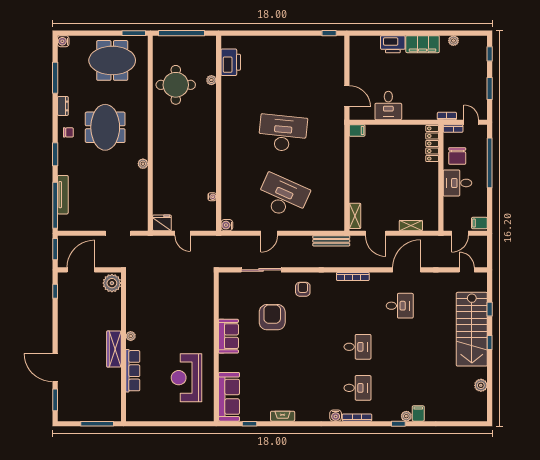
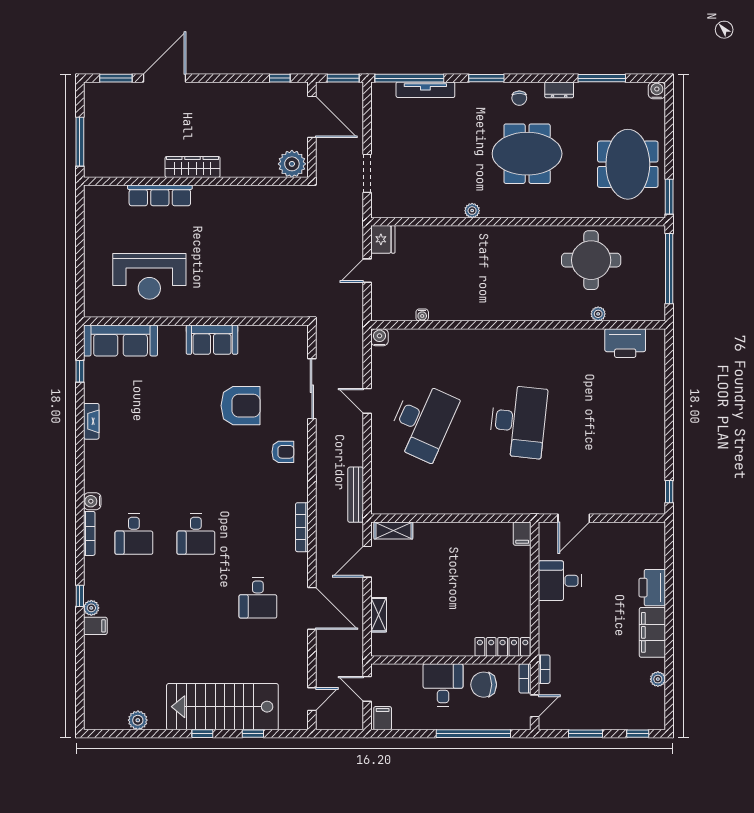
plant: (131, 336) -> (212, 192), removed
reception desk: (187, 378) -> (149, 276), turned 180

